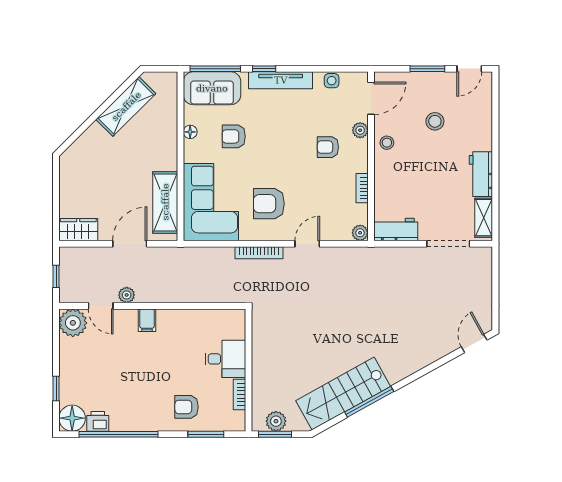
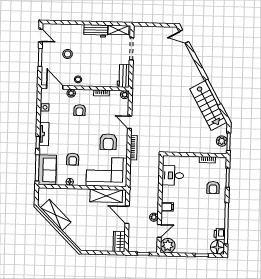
tv unit: (281, 80) -> (44, 134), width x0.71
desk: (225, 359) -> (173, 175), moved, turned -90

